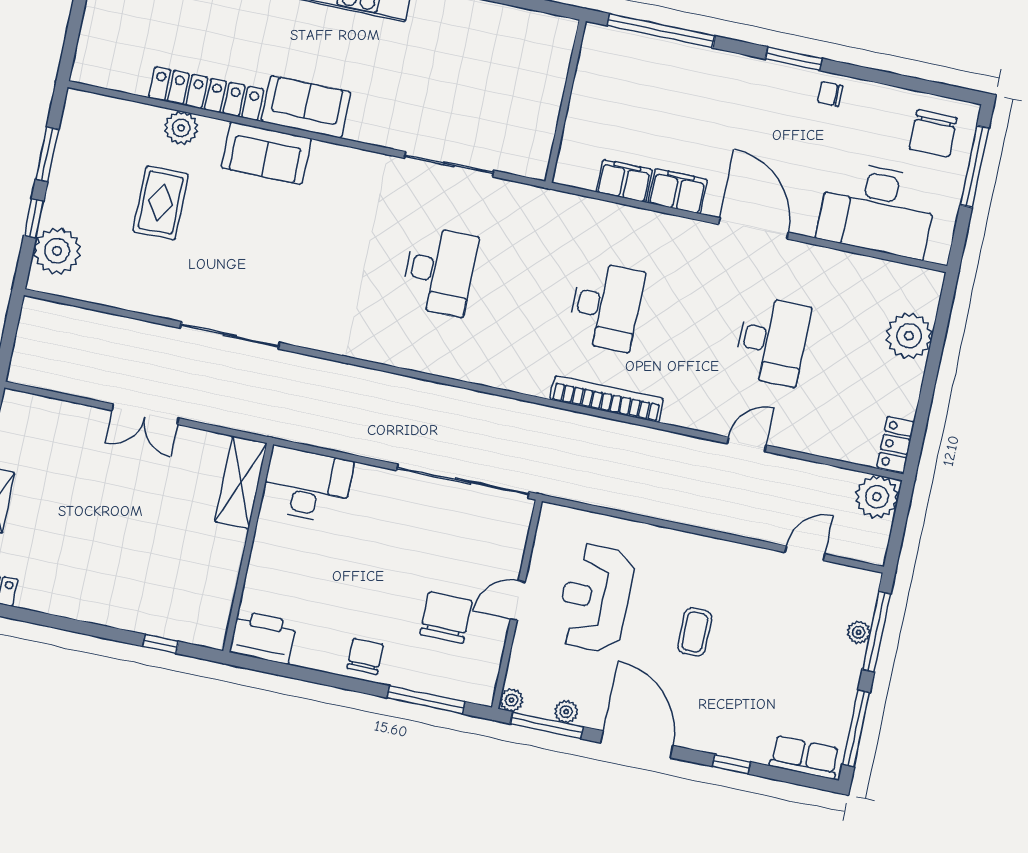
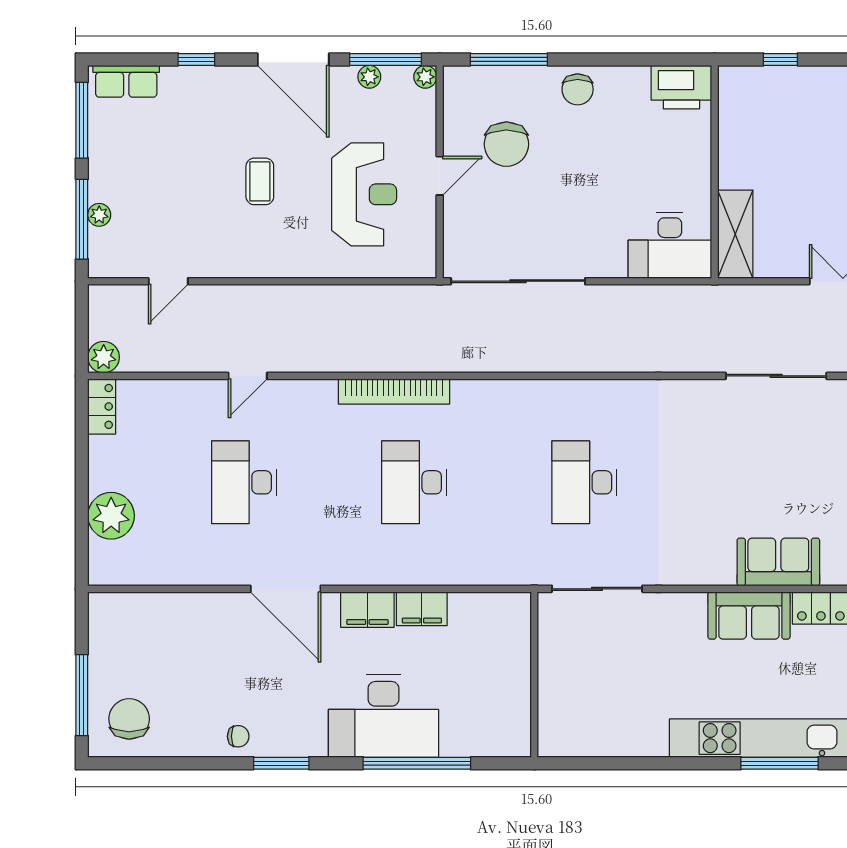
wall: (566, 101) -> (534, 675), moved
desk: (877, 209) -> (383, 716), moved, turned 180
plant: (877, 497) -> (104, 357), width x0.73, depth x0.73

